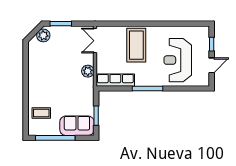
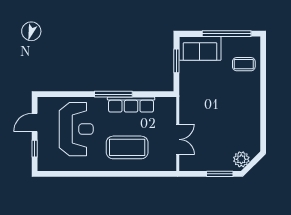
double door: (95, 41) -> (178, 139), moved
coffee table: (136, 45) -> (127, 147), turned 90
plant: (88, 71) -> (187, 115), removed
row of seats: (115, 80) -> (131, 105), moved

